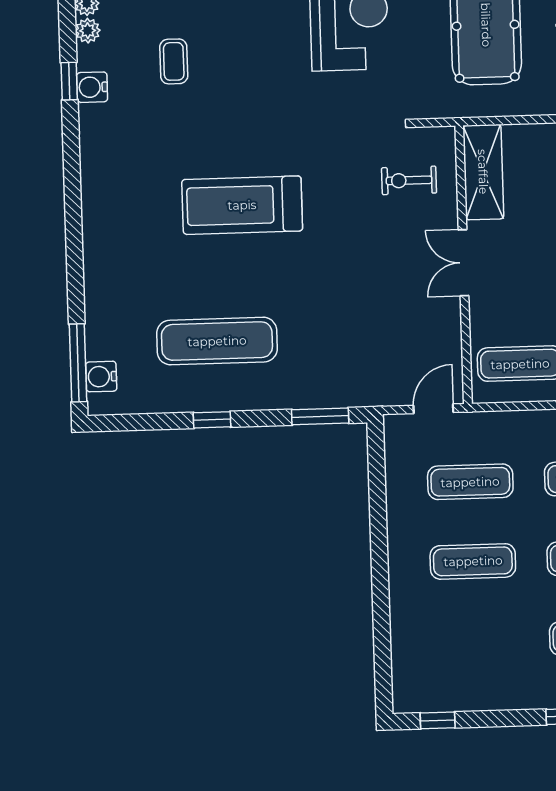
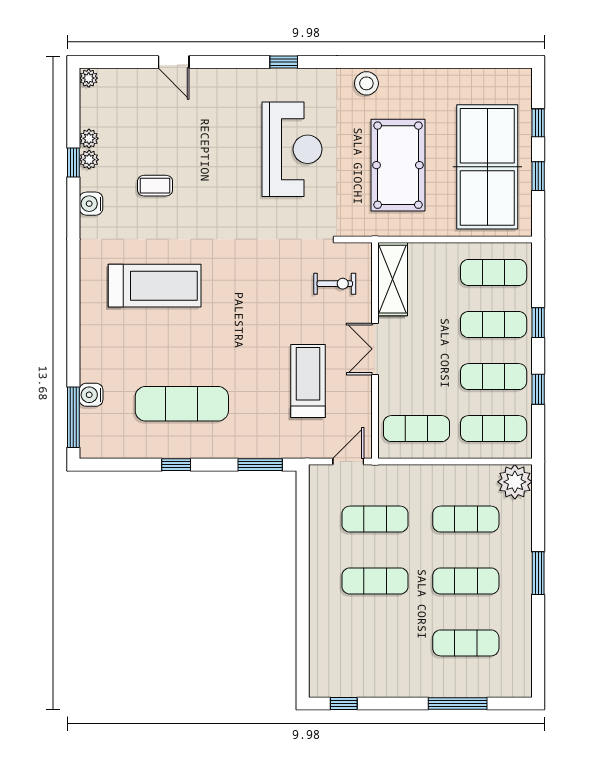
coffee table: (174, 61) -> (155, 186), turned 90
window: (69, 81) -> (73, 163), moved
exercise bike: (409, 180) -> (335, 284), turned 180
treadmill: (242, 205) -> (155, 286), moved, turned 180
treadmill: (379, 307) -> (308, 381), added
water cooler: (101, 377) -> (91, 395), moved

